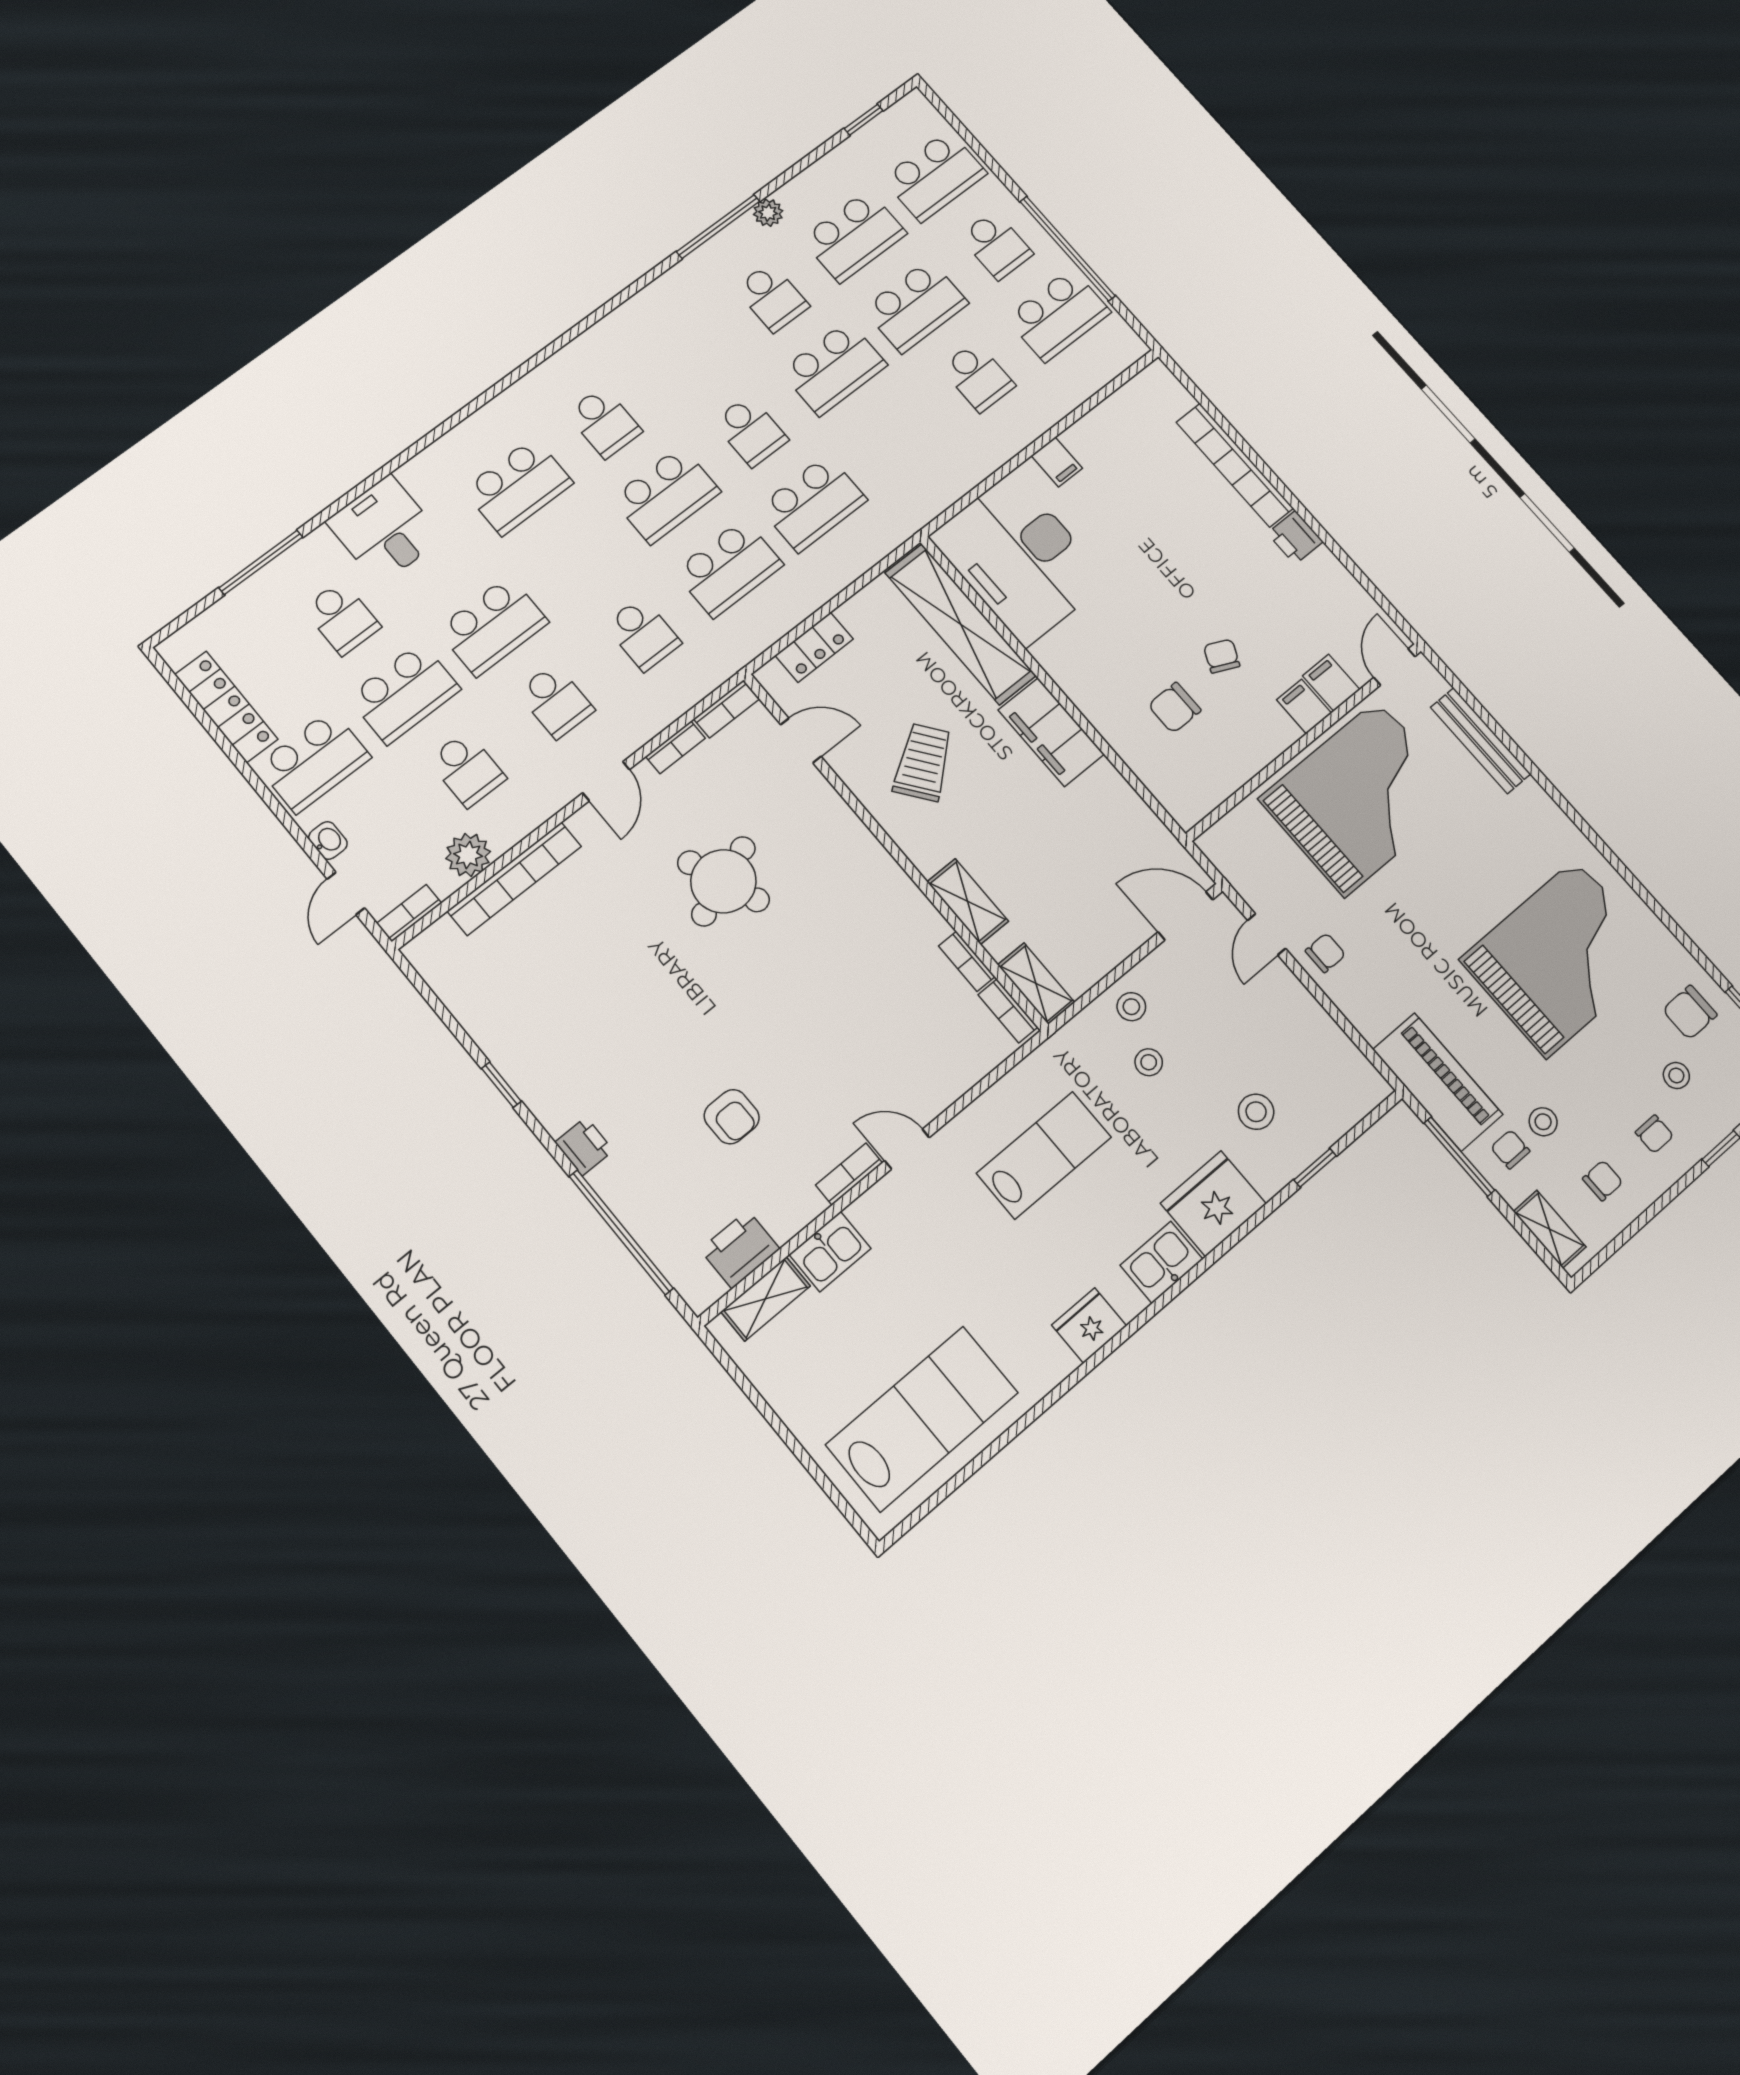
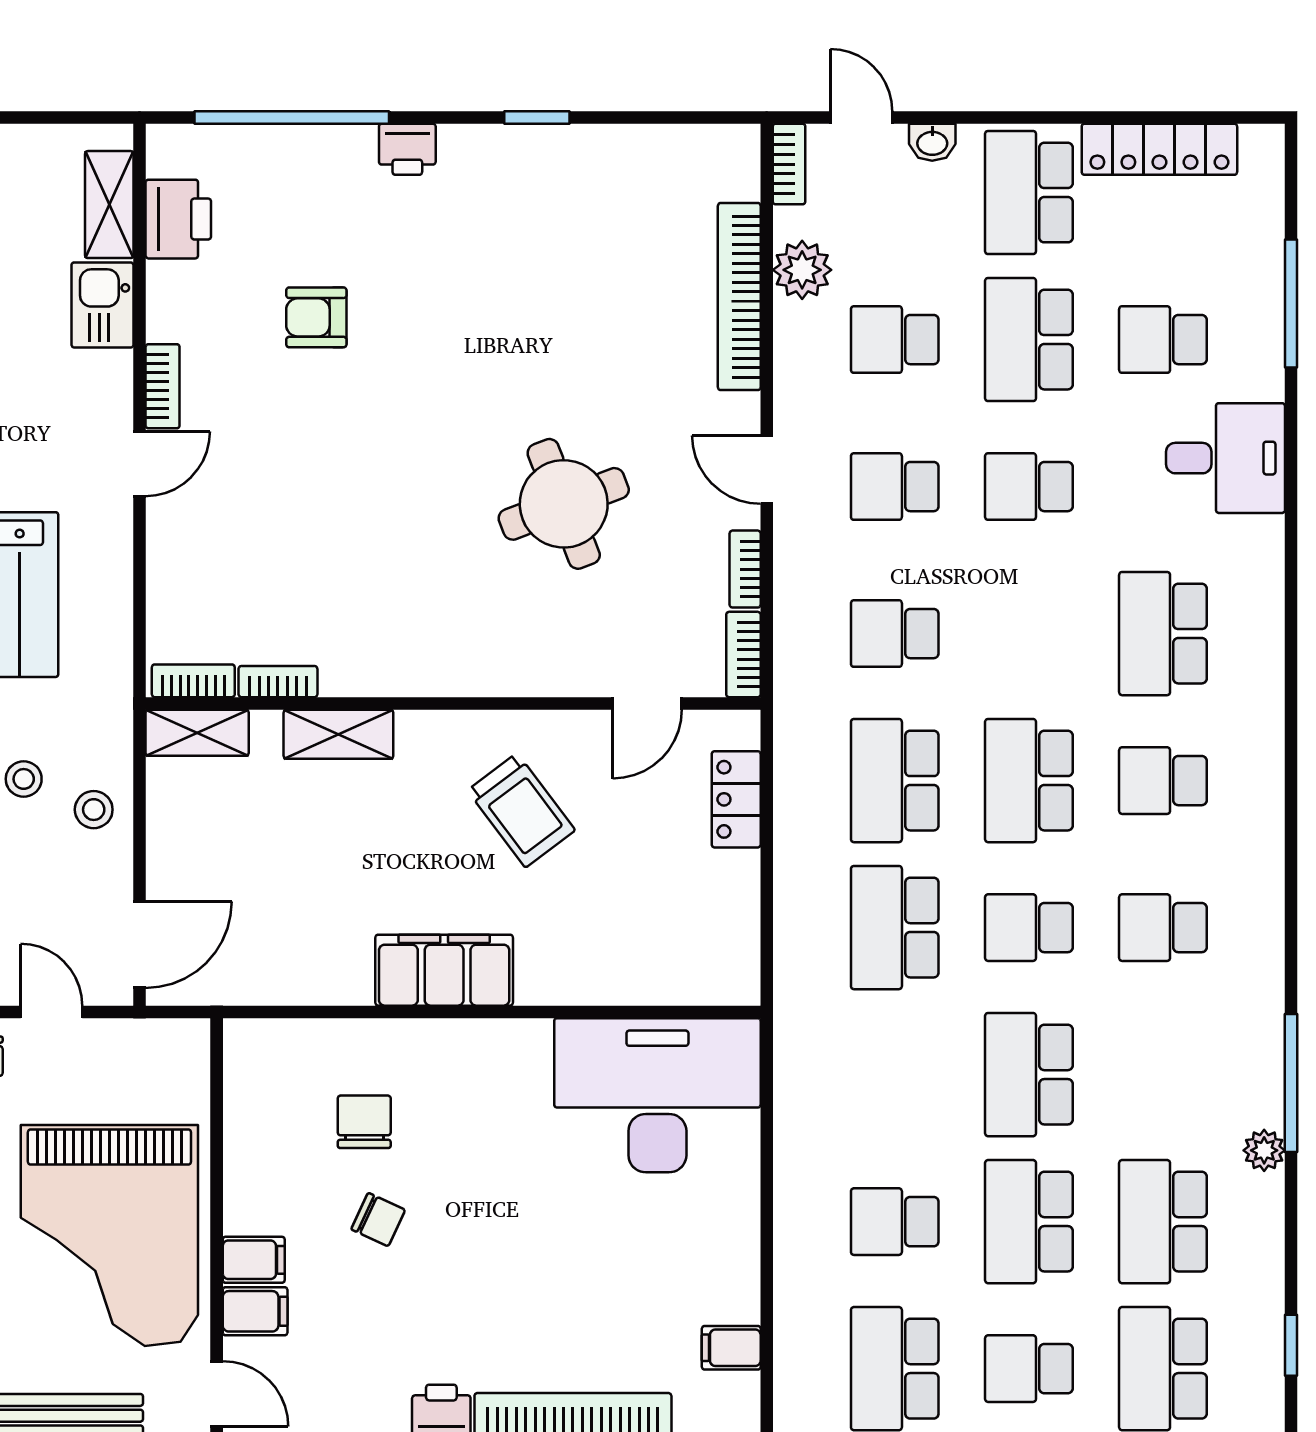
school desk: (772, 297) -> (1163, 928), moved
filing cabinet: (1057, 462) -> (731, 1348), moved
shelving: (960, 624) -> (637, 973), removed
school desk: (493, 626) -> (1029, 487), width x0.54

